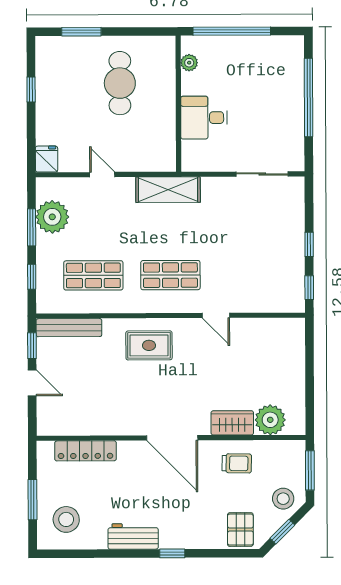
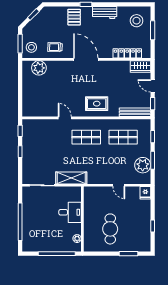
shelving: (168, 190) -> (71, 178), moved
wardrobe: (232, 423) -> (140, 66), moved
stool: (283, 499) -> (31, 47), moved
pallet: (240, 530) -> (74, 17), moved

